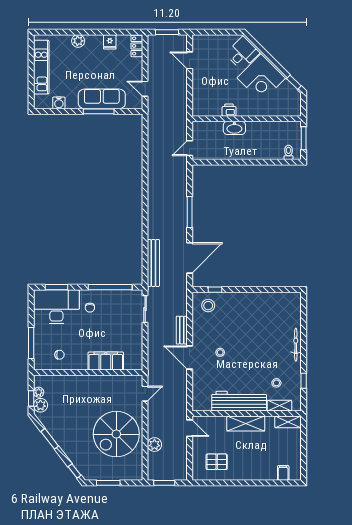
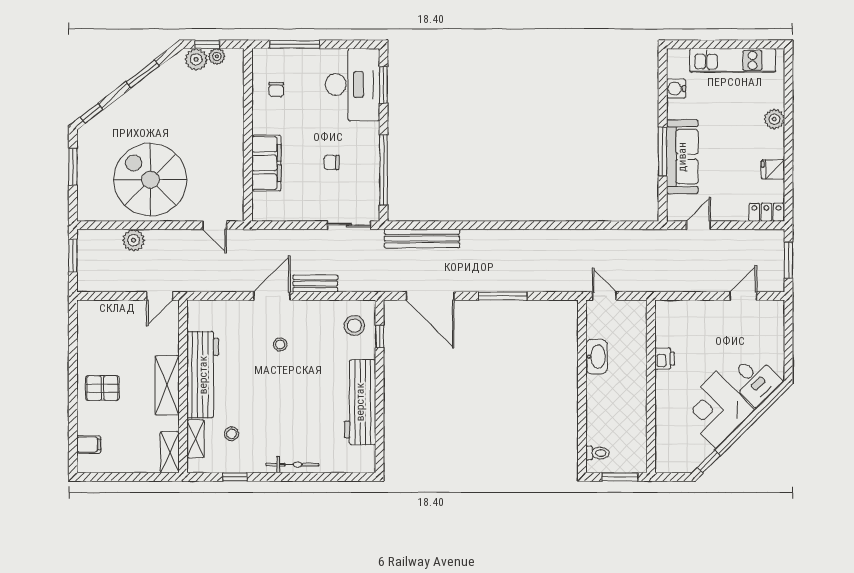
washbasin: (234, 128) -> (597, 357), moved, turned 180
workbench: (256, 302) -> (360, 402), added
chair: (90, 308) -> (332, 162), moved
pallet: (217, 462) -> (102, 388), moved, turned 90

